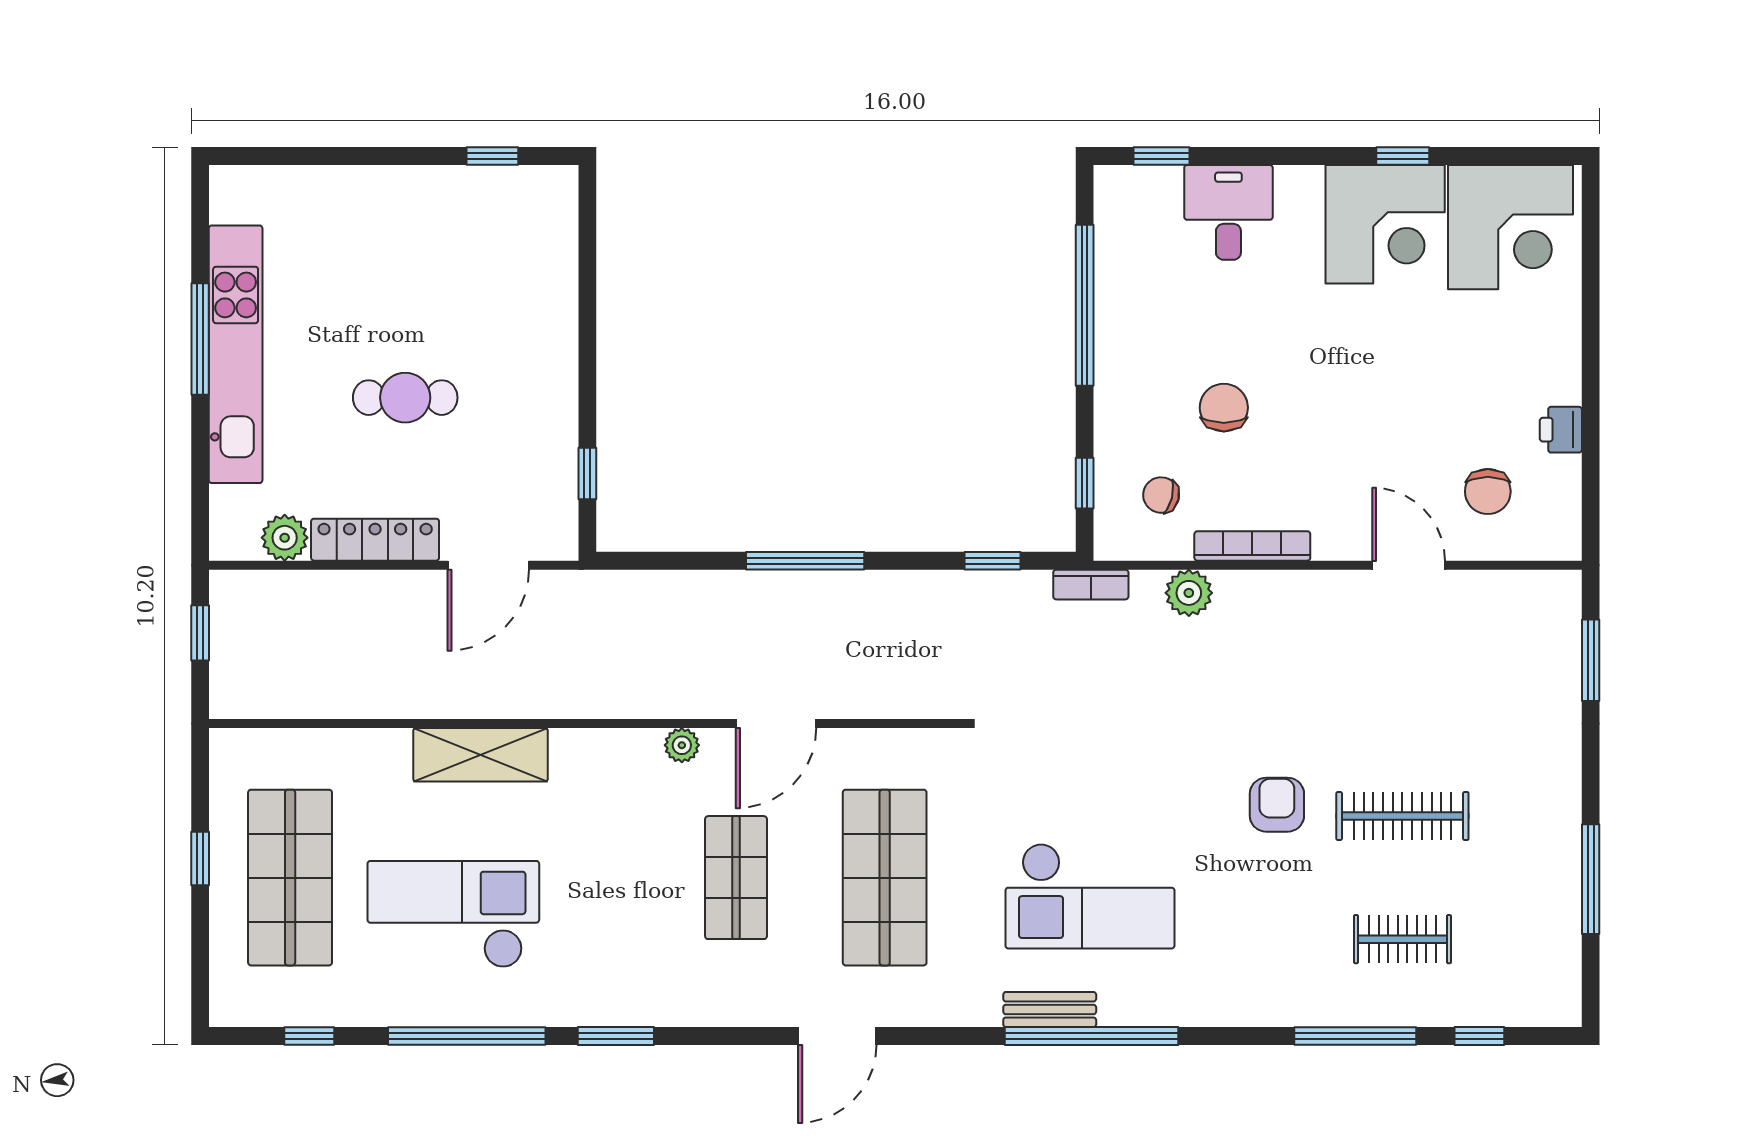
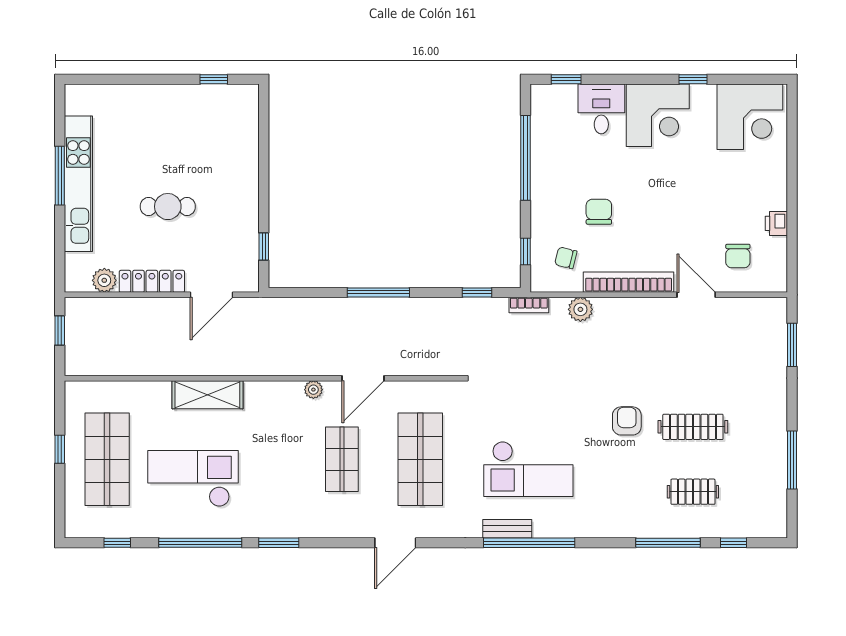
corner desk: (1385, 224) -> (658, 115), moved
bookcase: (1252, 546) -> (629, 282), width x1.48, depth x1.31

